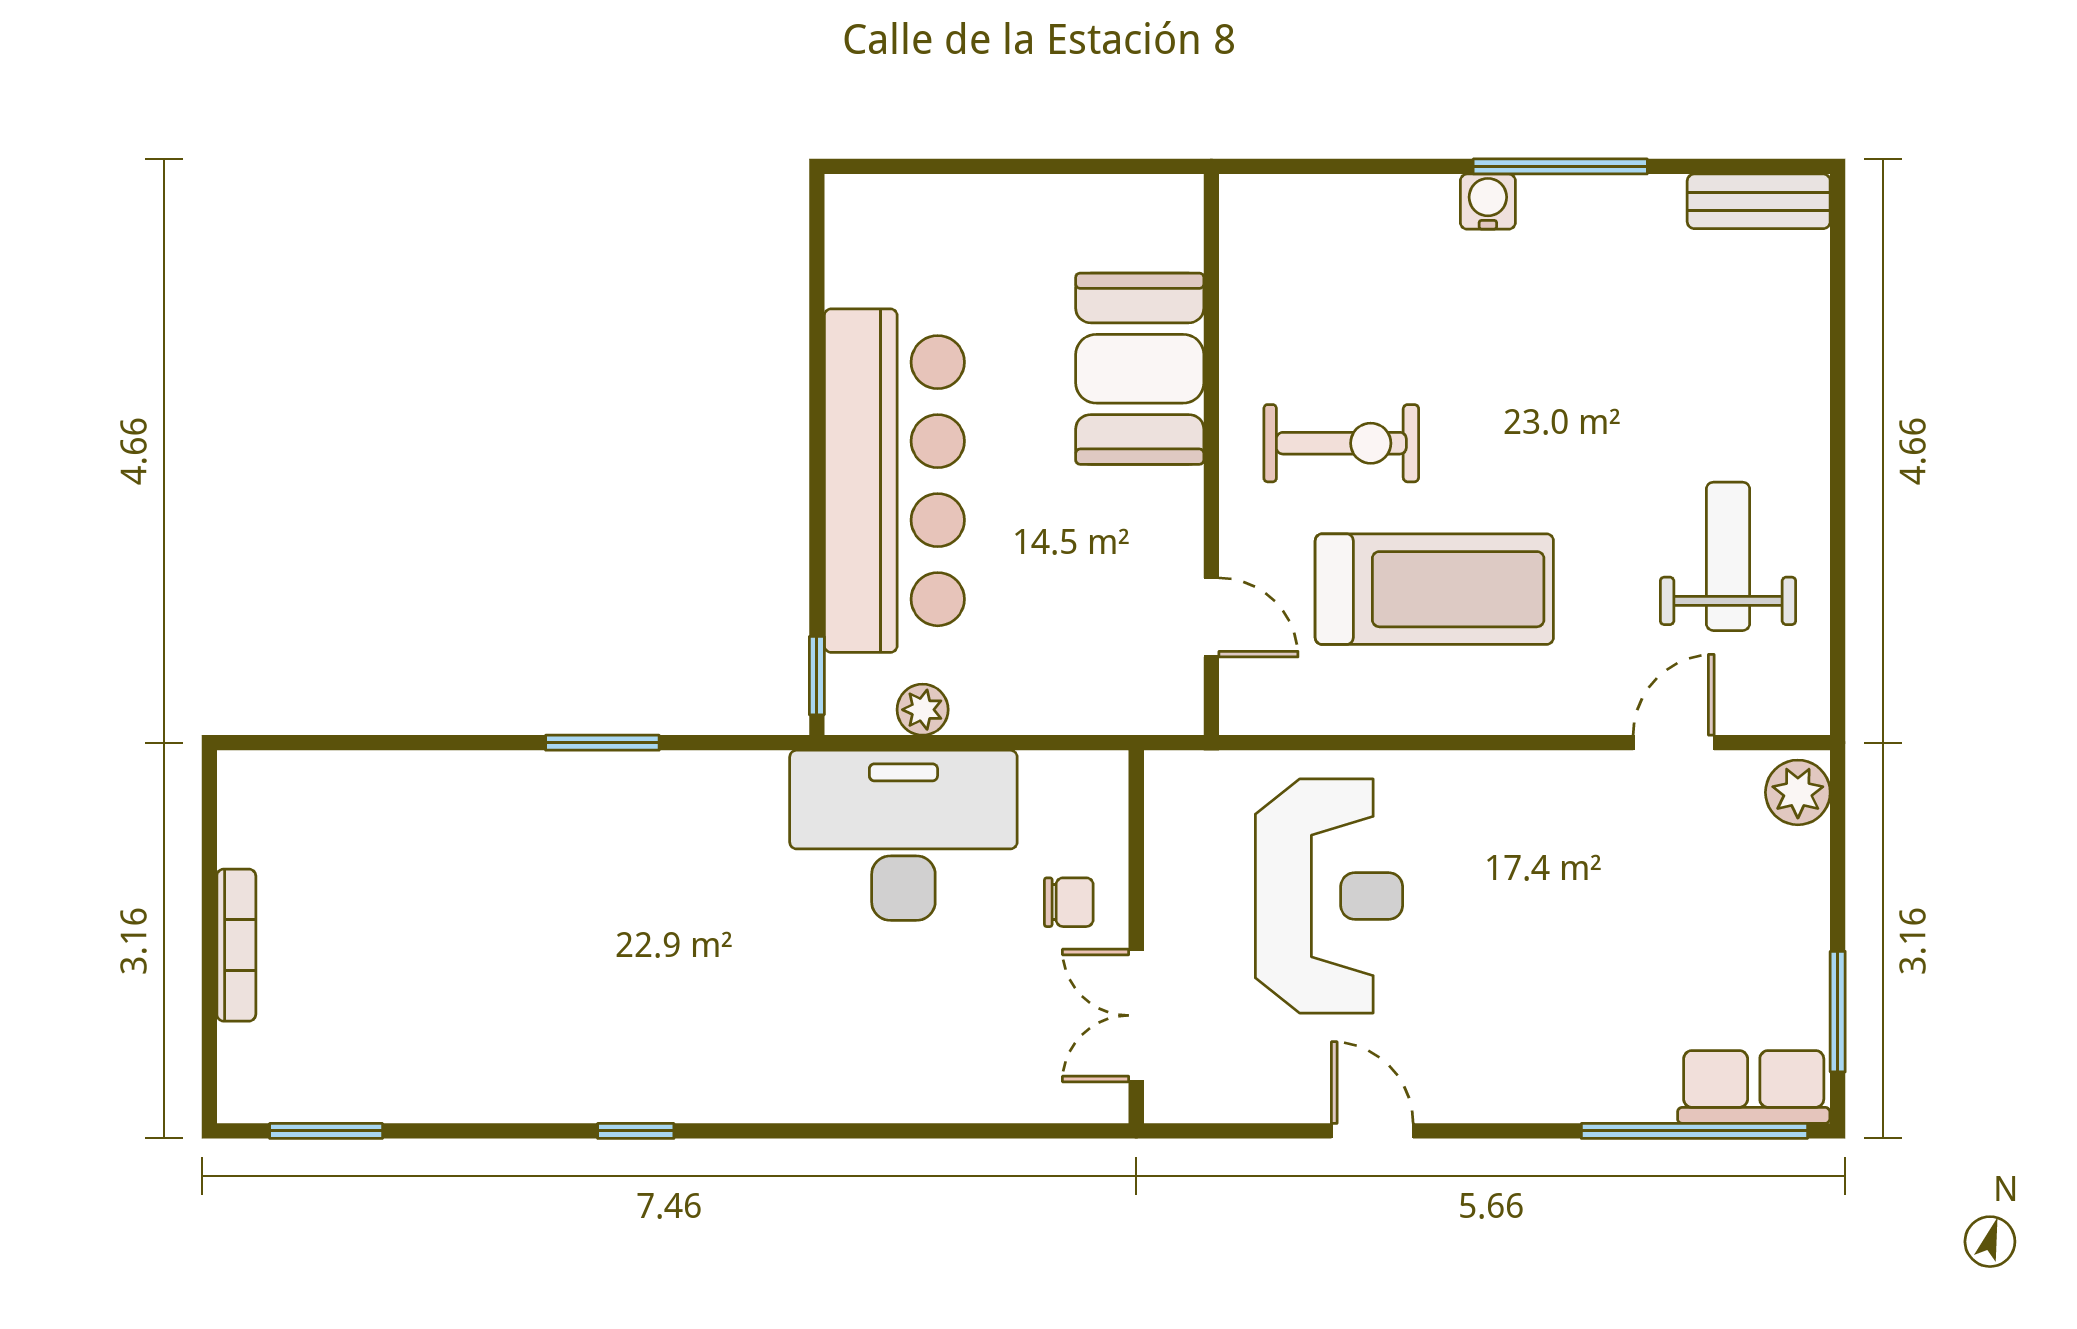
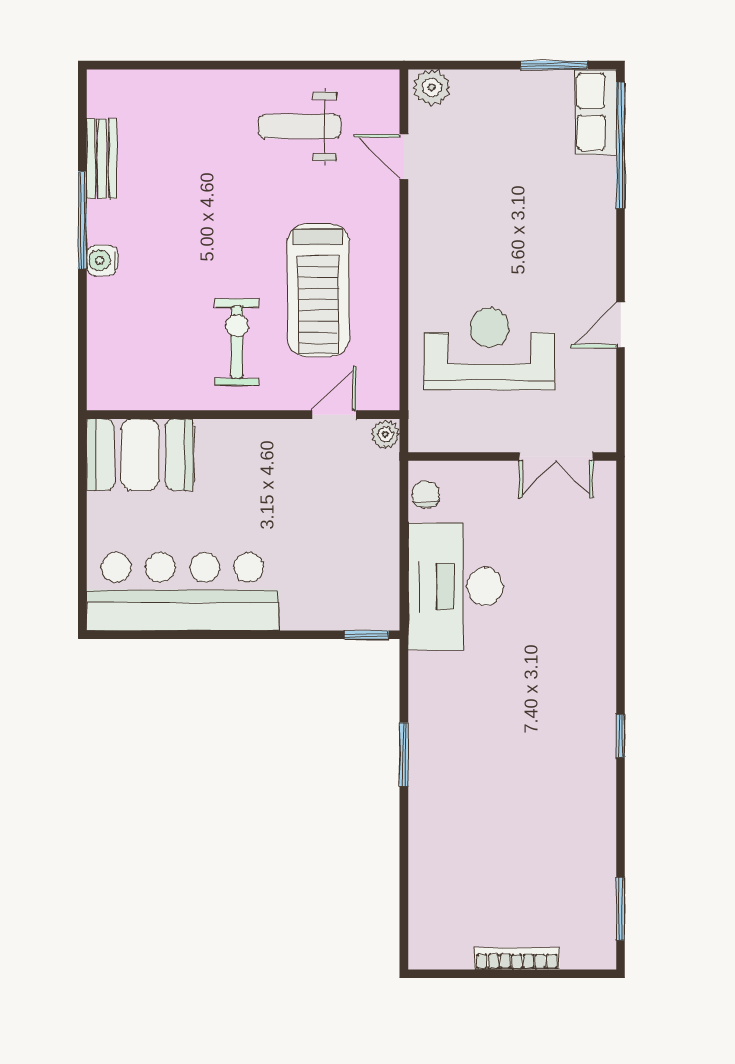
bench: (1759, 201) -> (102, 159), moved
booth: (1140, 369) -> (140, 455), moved
bar counter: (894, 481) -> (182, 592), moved
treadmill: (1434, 589) -> (318, 290), turned 180
plant: (923, 710) -> (385, 434), moved
chair: (1069, 902) -> (426, 494), moved

